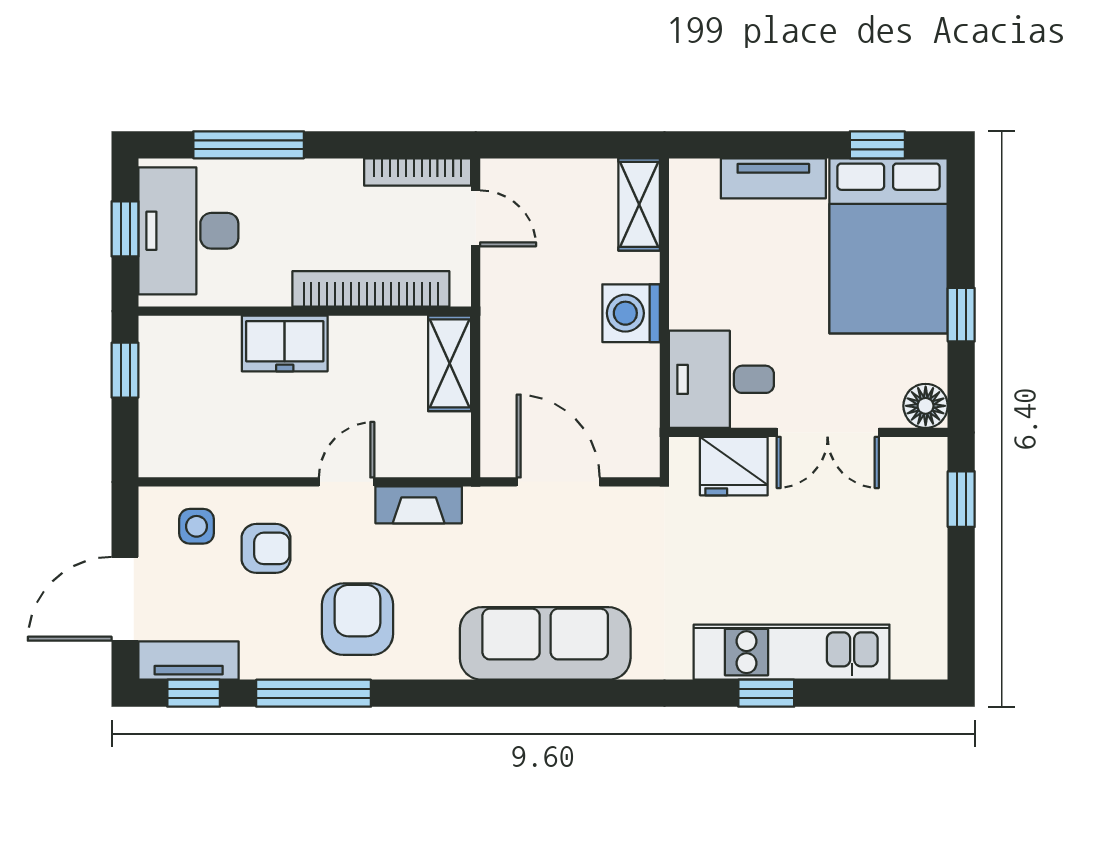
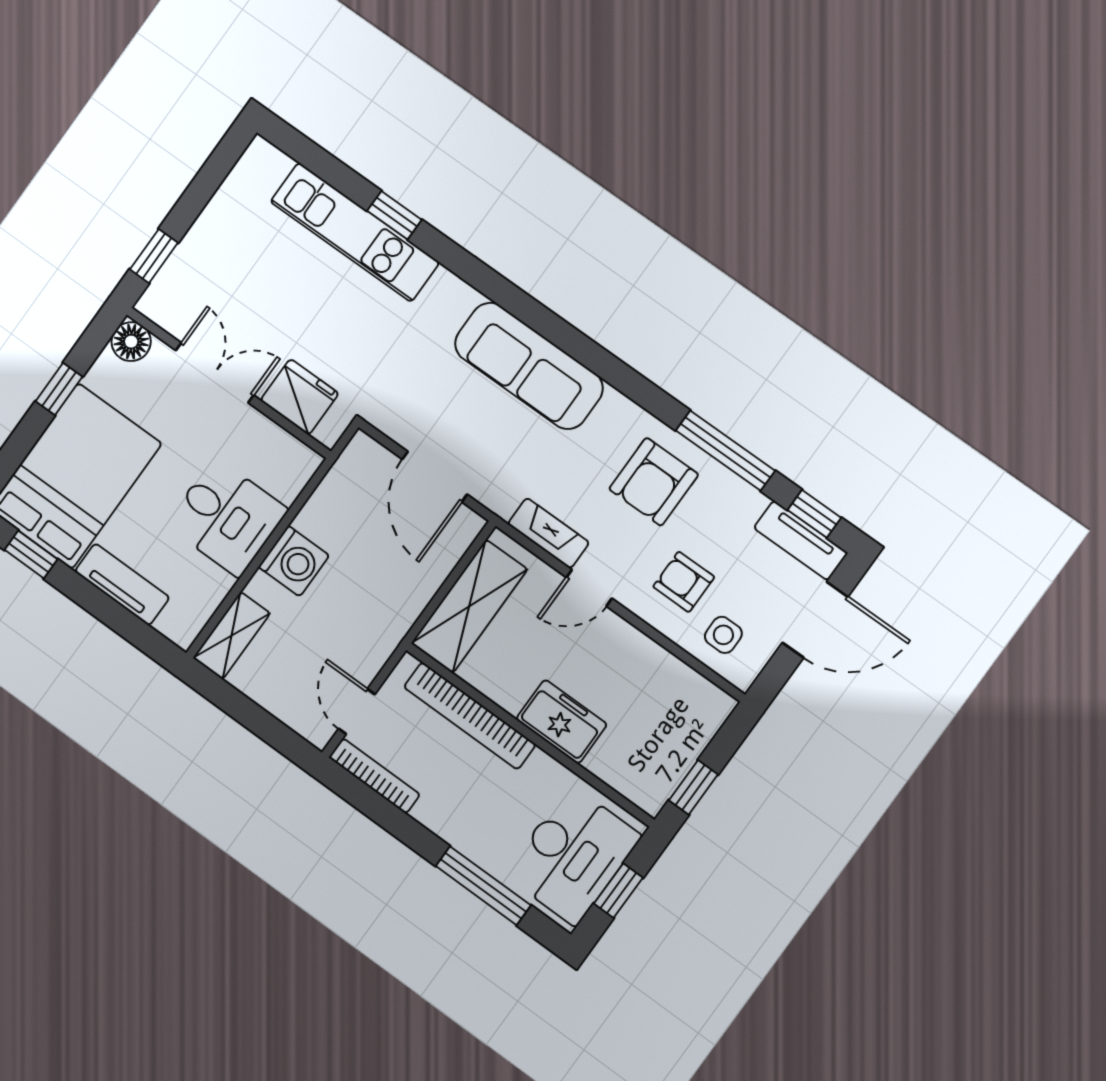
shelving: (450, 363) -> (469, 606), width x1.50, depth x1.33
desk: (721, 379) -> (227, 517), moved

